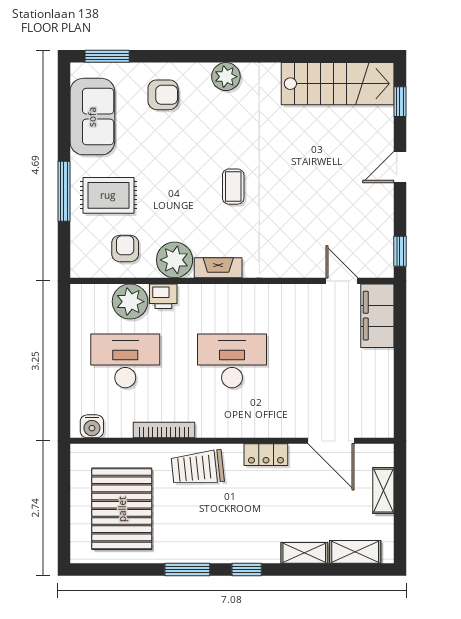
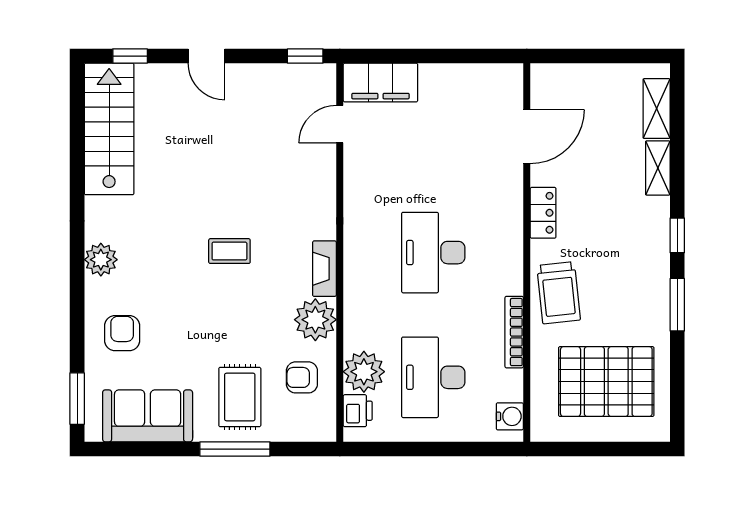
printer: (163, 296) -> (358, 411), moved
shelving: (383, 491) -> (585, 75), removed

